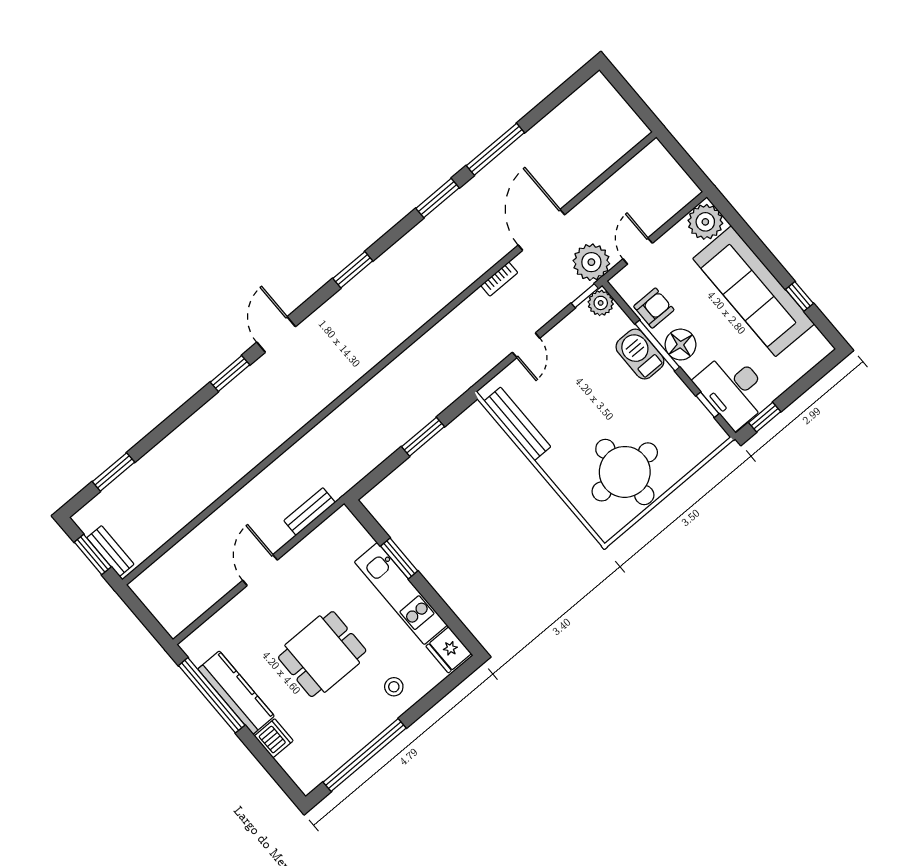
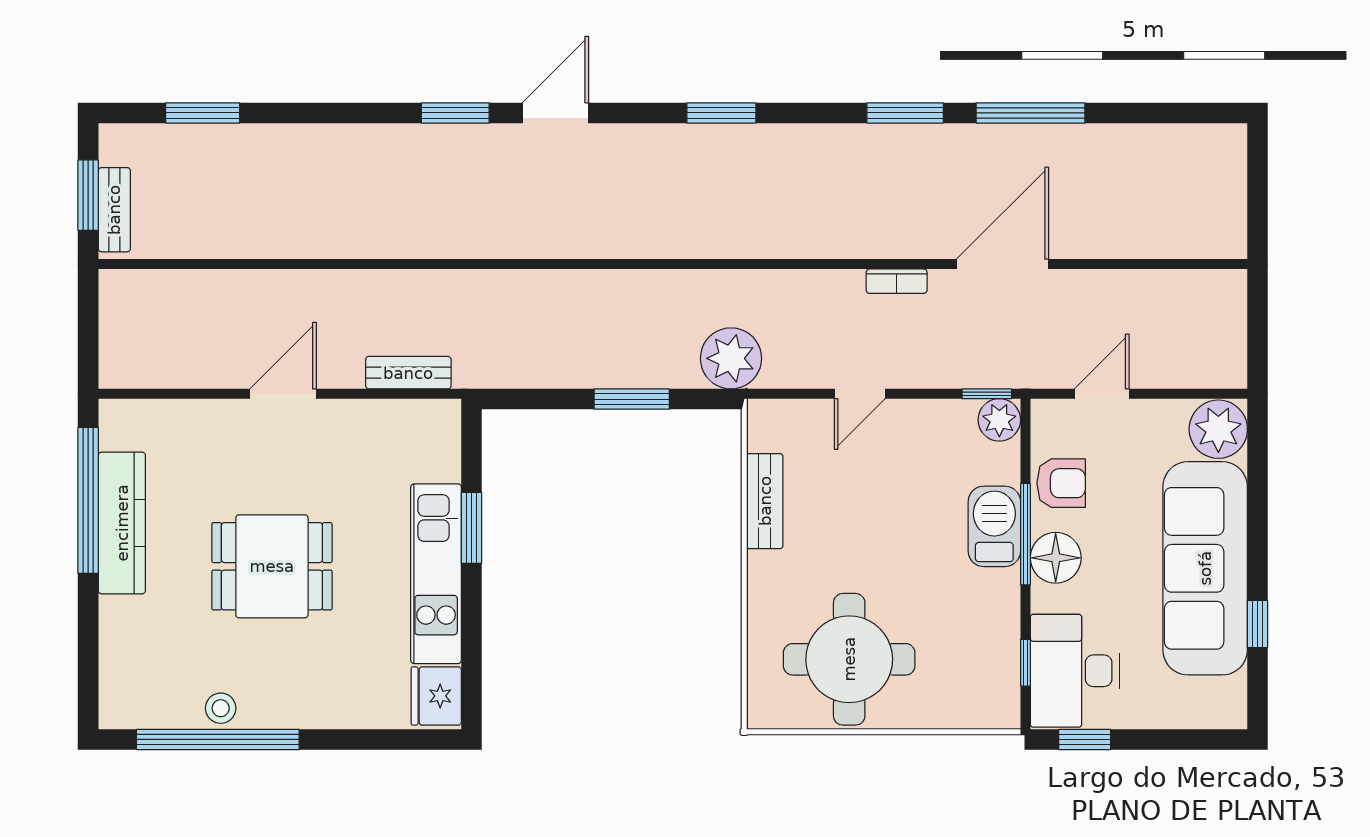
plant: (591, 262) -> (731, 358), moved
bench: (517, 424) -> (765, 501), width x0.73
stool: (394, 687) -> (221, 708), moved
dishwasher: (274, 738) -> (121, 621), removed

